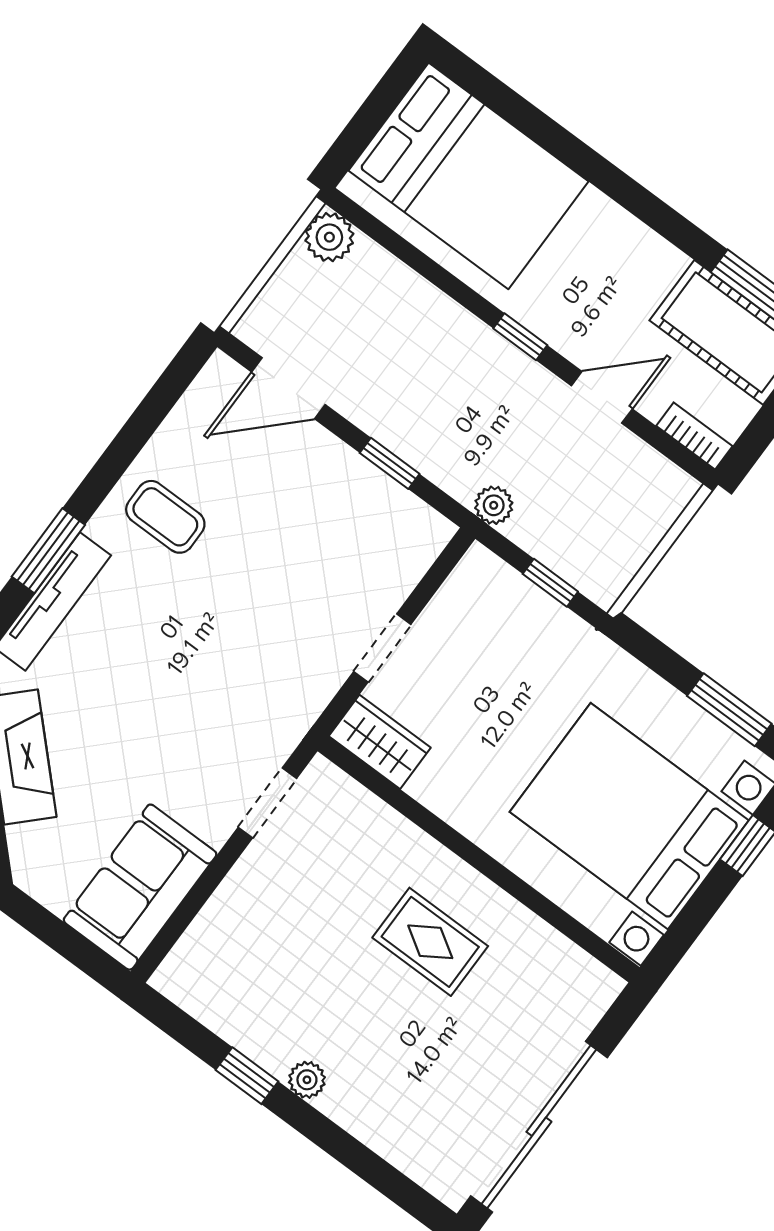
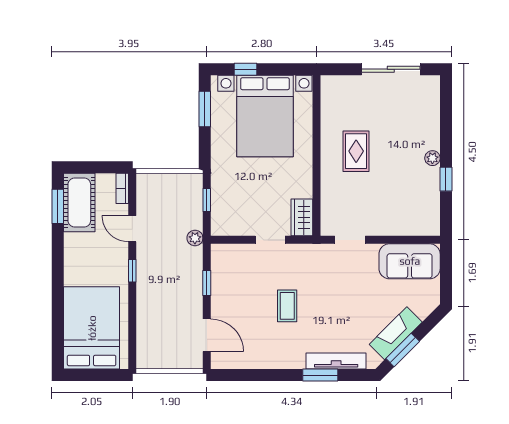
plant: (329, 237) -> (146, 359), removed
coffee table: (165, 517) -> (287, 306), moved
sliding door: (539, 1127) -> (391, 69), width x0.73

